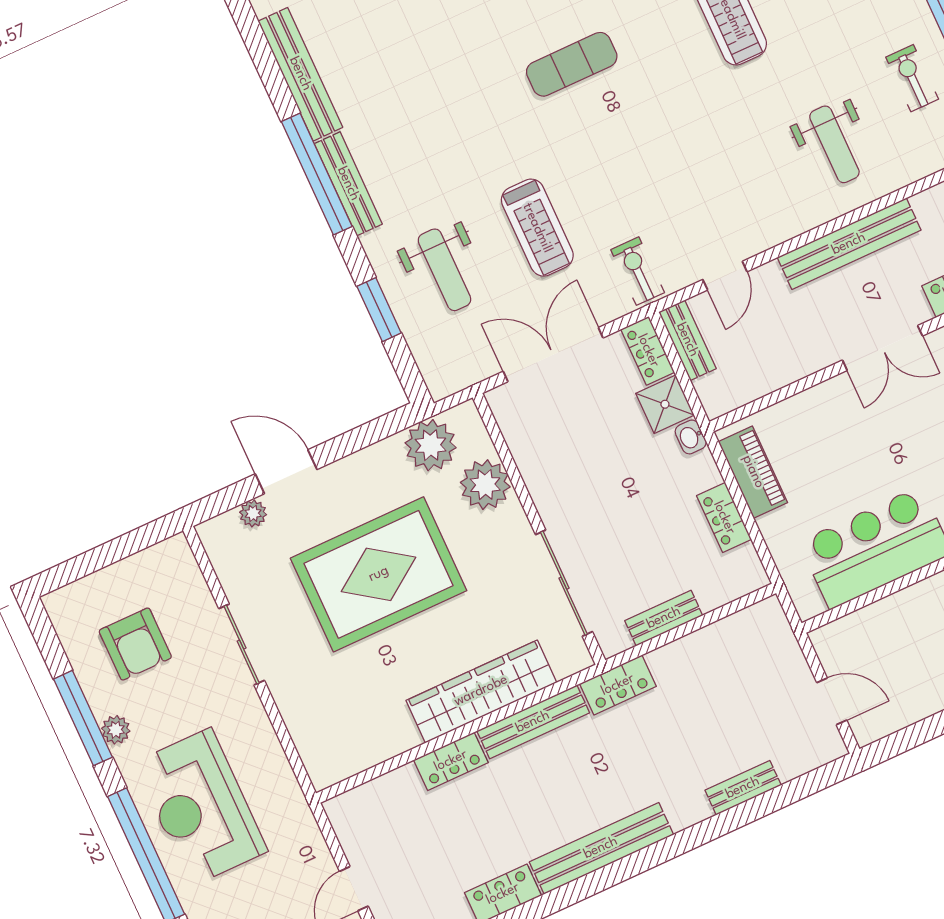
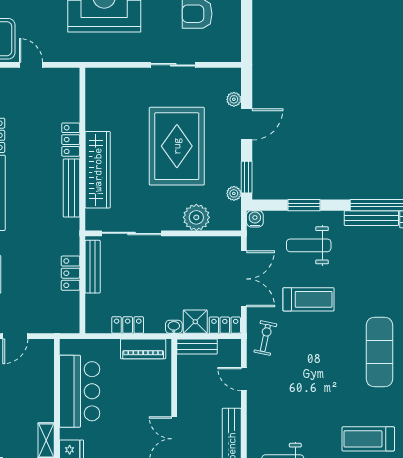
exercise mat: (572, 64) -> (379, 352), width x1.36, depth x1.45
treadmill: (537, 228) -> (309, 299), turned 180
exercise bike: (638, 271) -> (265, 338), turned -78
bench: (687, 340) -> (197, 347), moved
water cooler: (442, 383) -> (255, 219), added
window: (376, 430) -> (247, 177), added
plant: (431, 445) -> (234, 193), width x0.53, depth x0.53
bench: (664, 618) -> (93, 267), width x1.36
locker: (618, 685) -> (71, 273), moved

